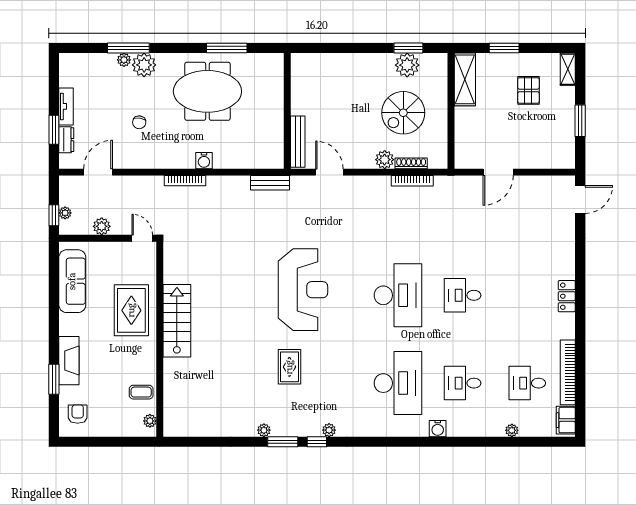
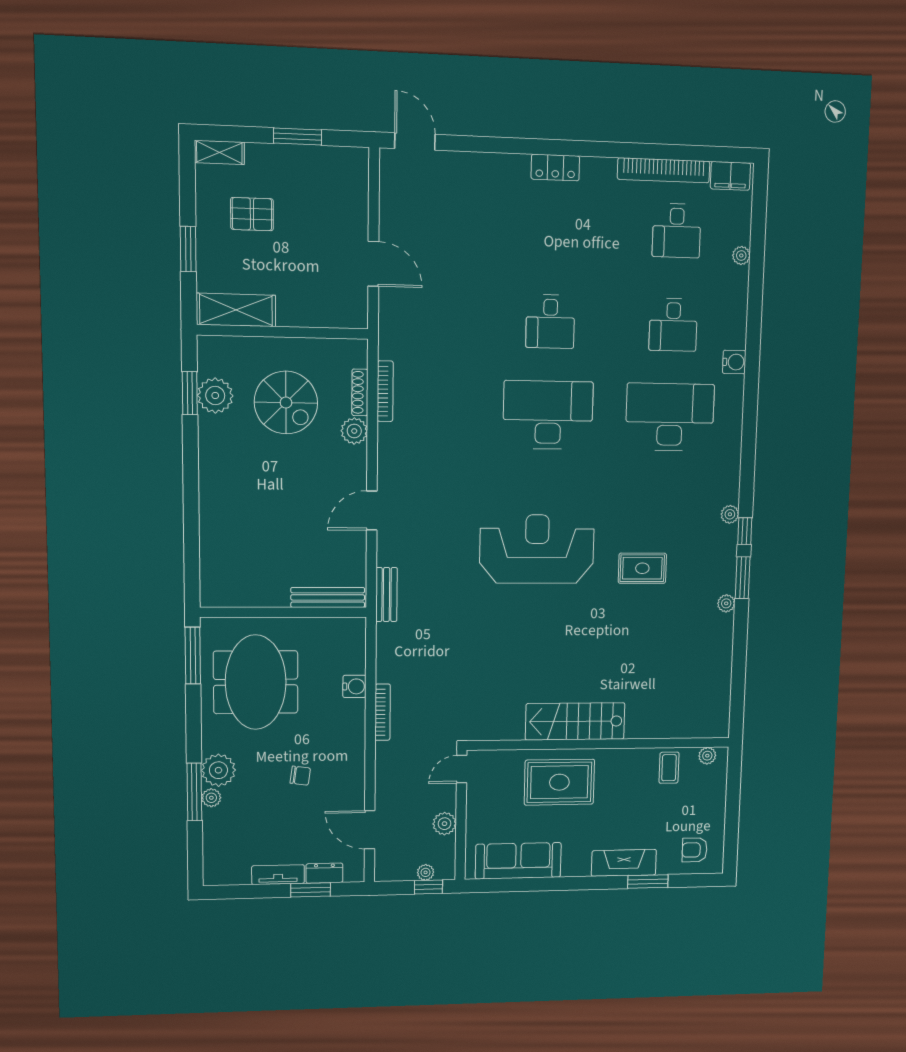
wall: (287, 111) -> (284, 612), moved
bench: (298, 142) -> (328, 597), moved

